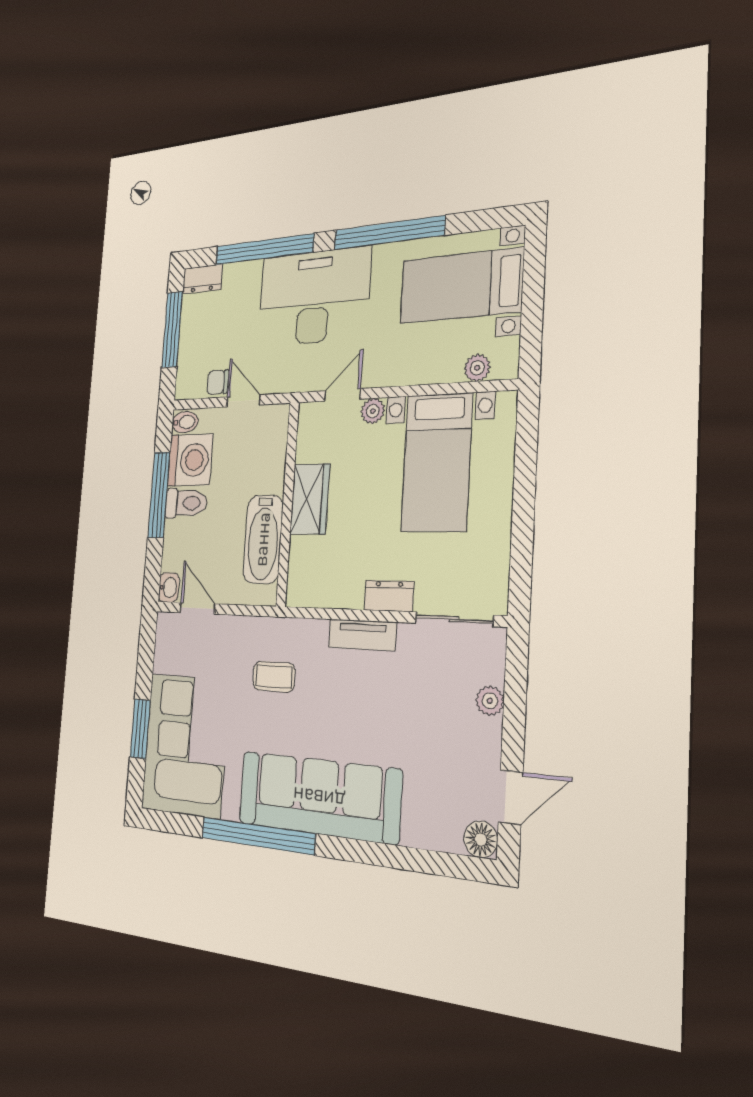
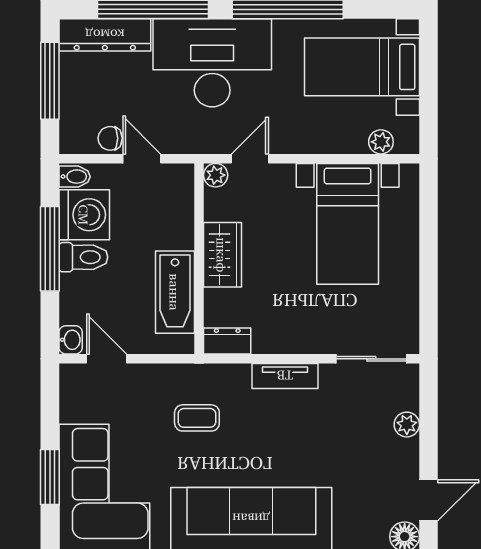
dresser: (203, 279) -> (105, 35), width x1.96, depth x1.24
plant: (373, 411) -> (216, 175), moved
dresser: (389, 596) -> (227, 341), moved

